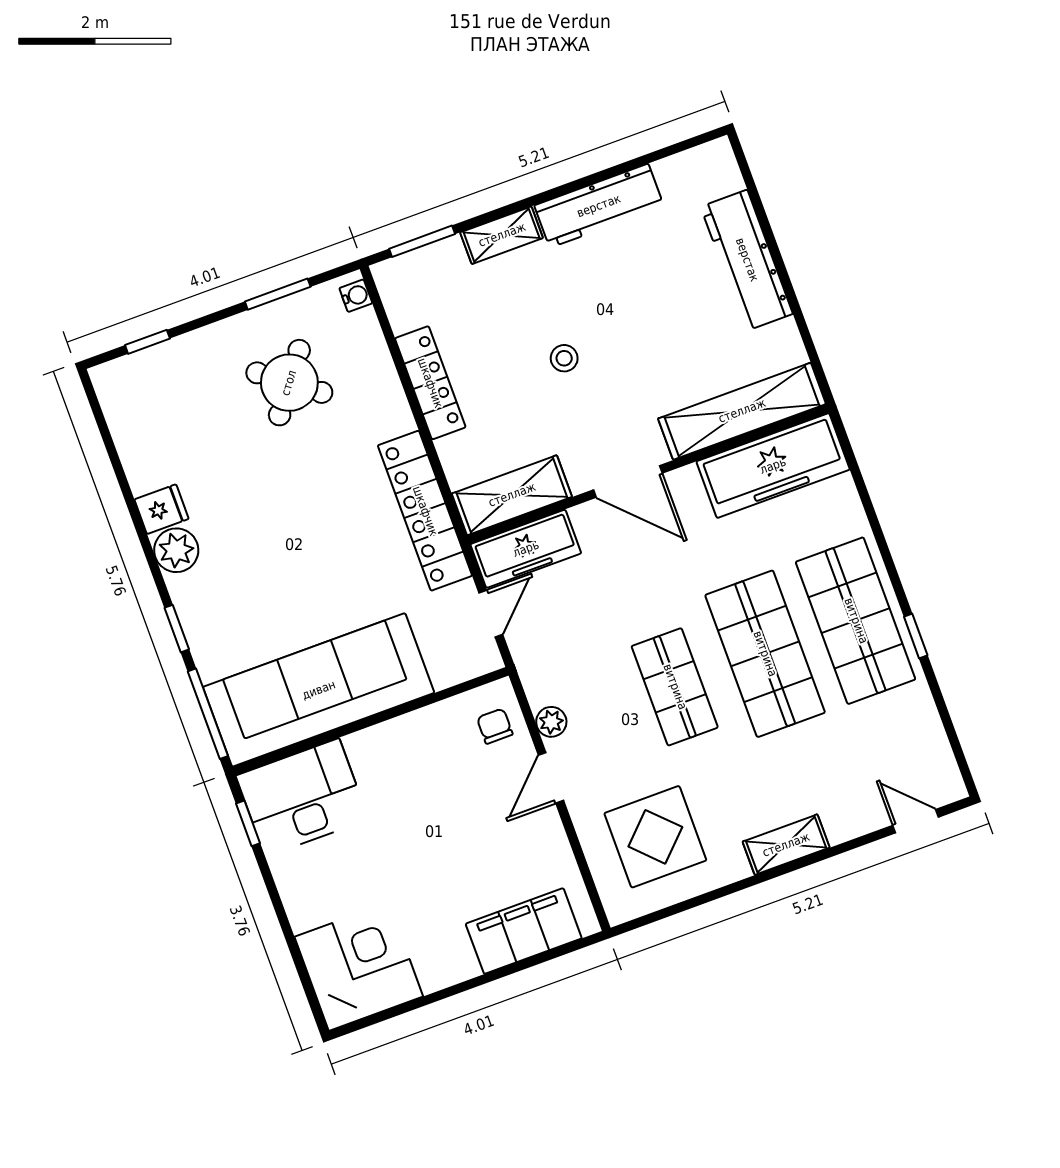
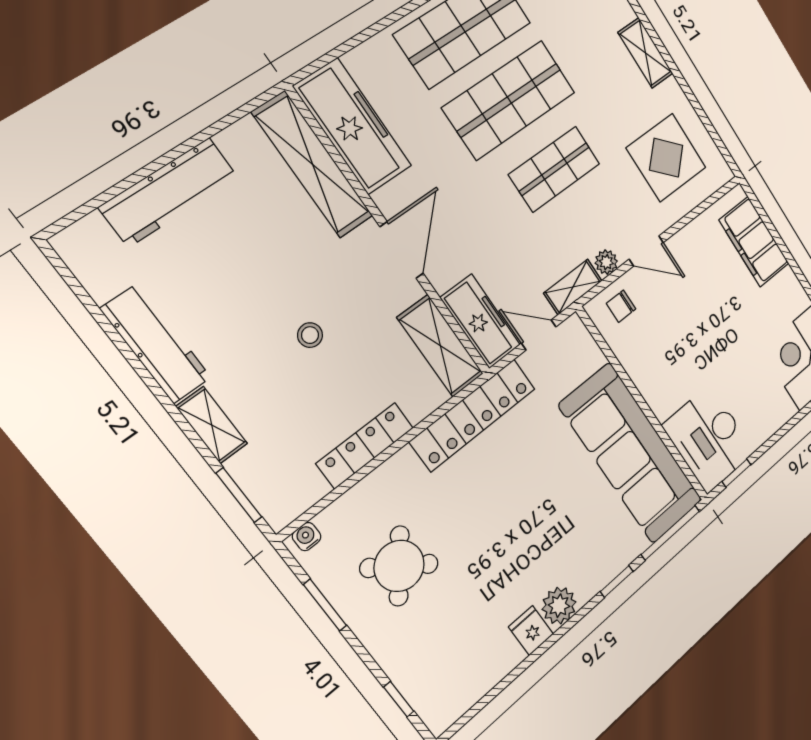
shelving: (534, 671) -> (573, 287), added

